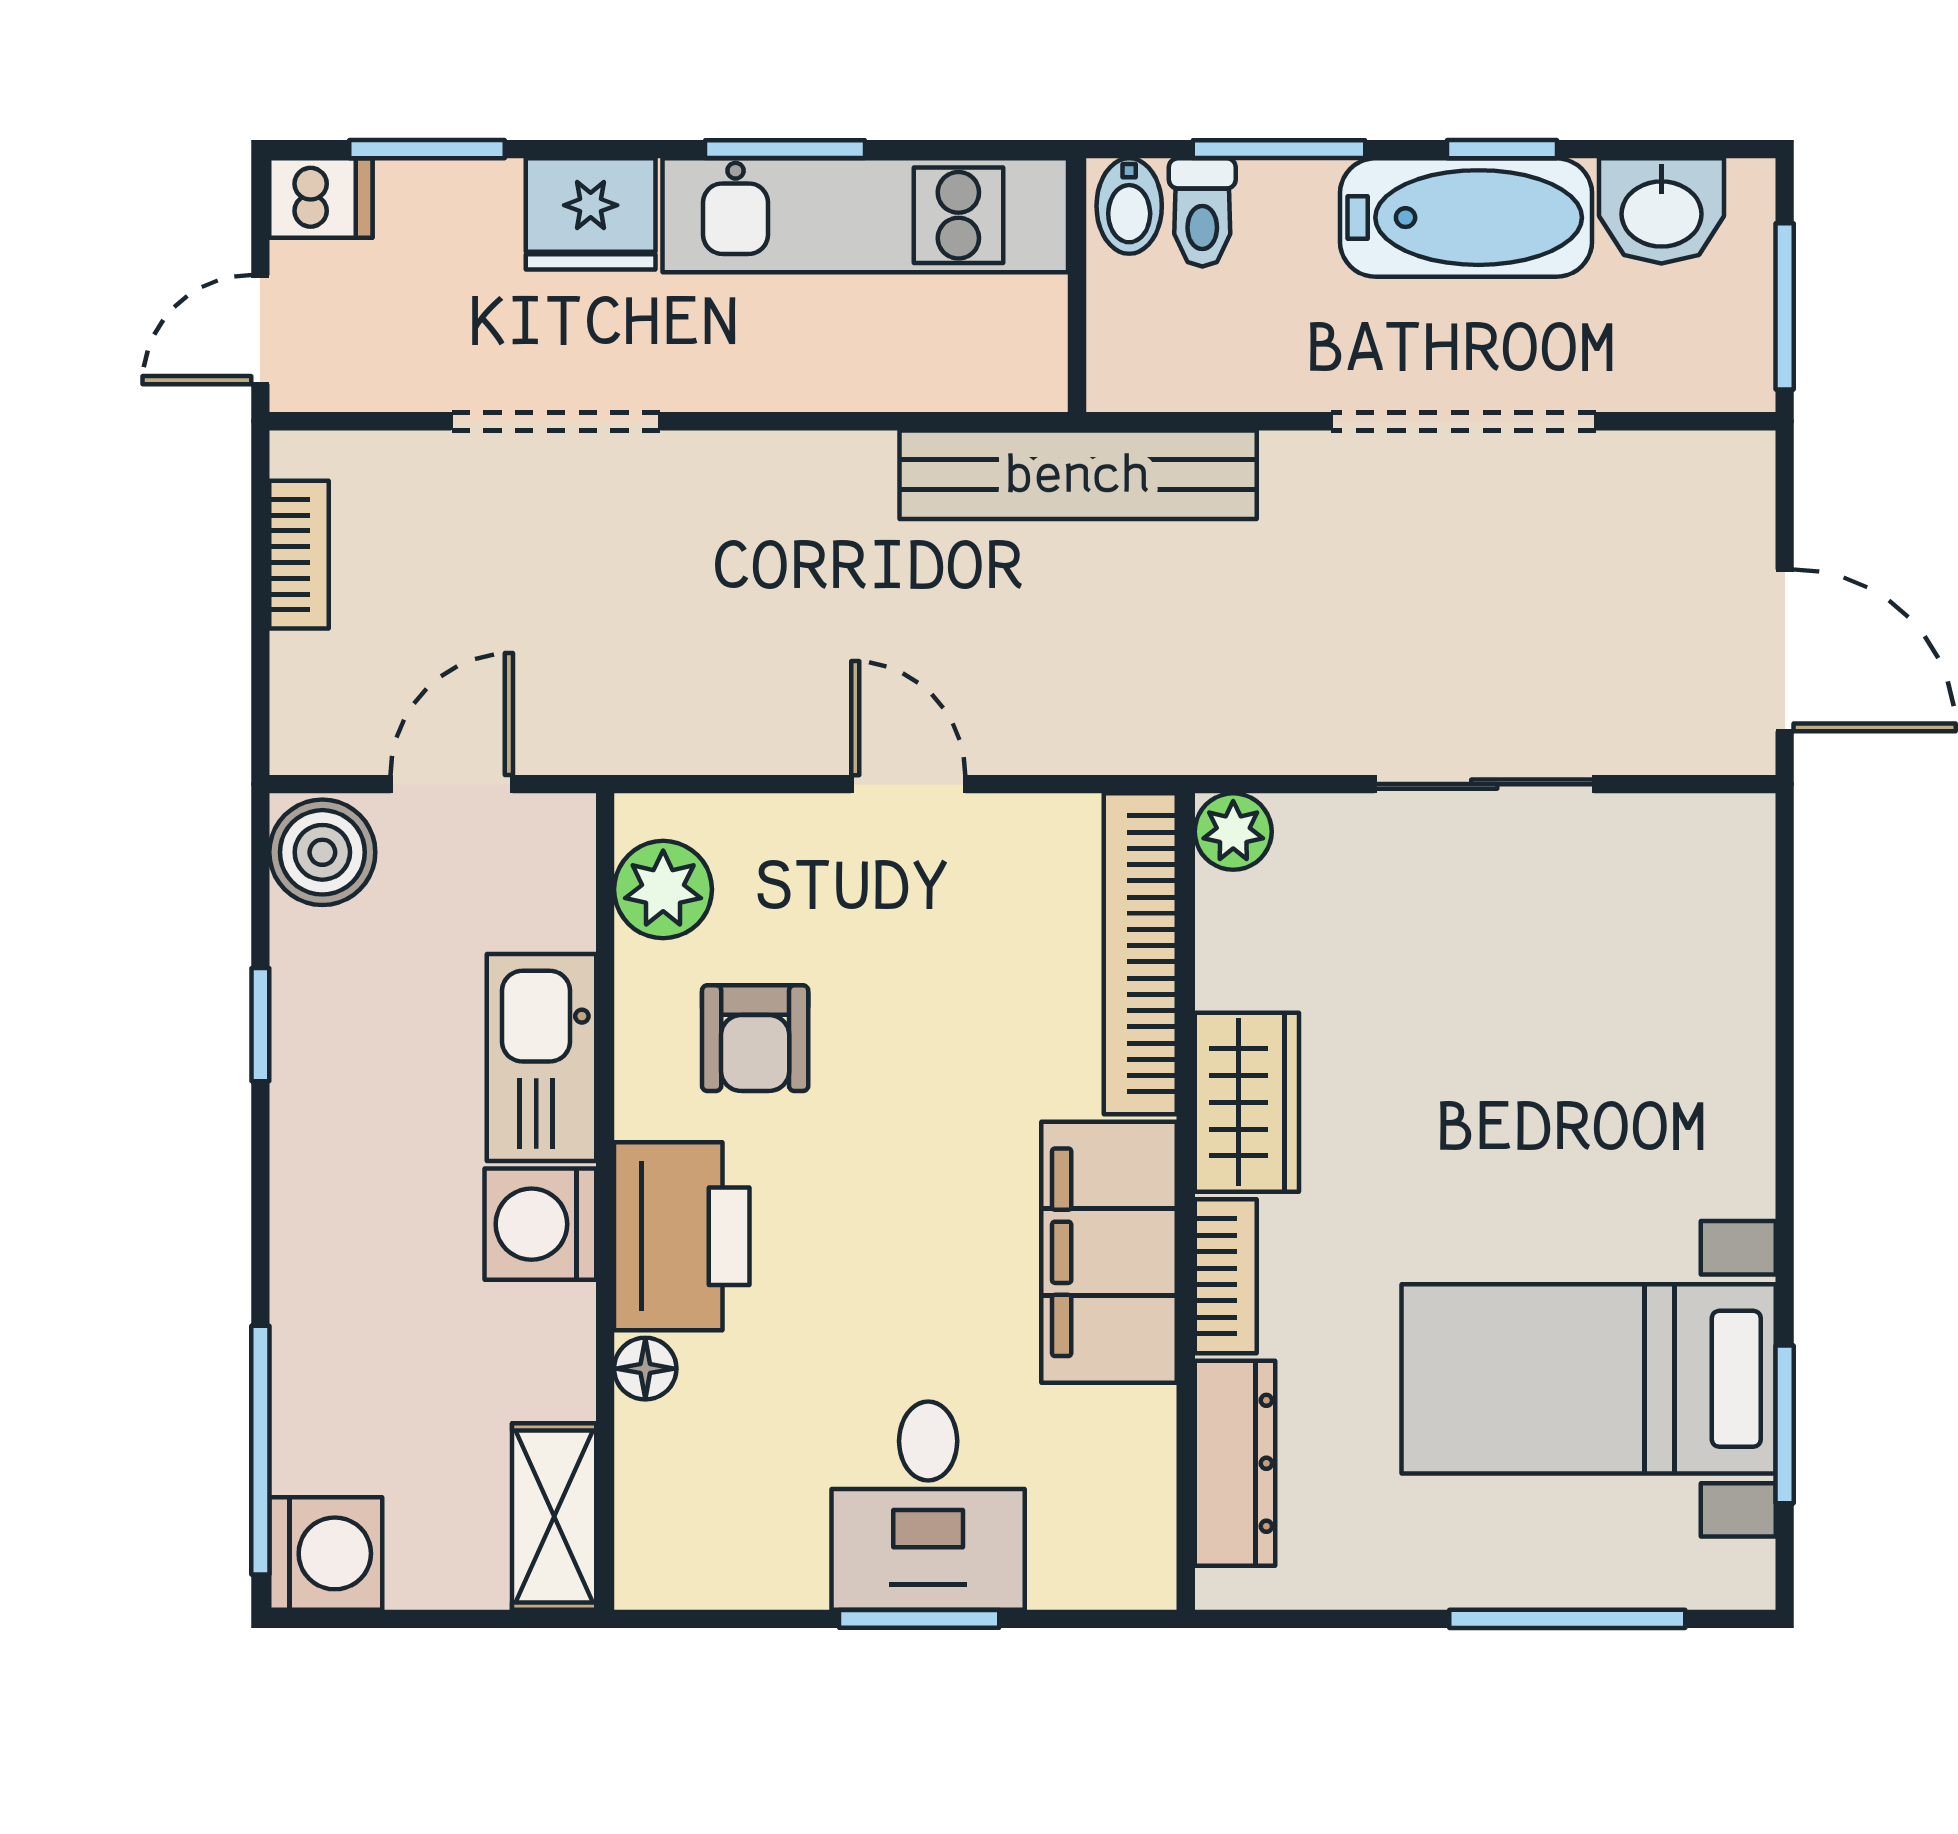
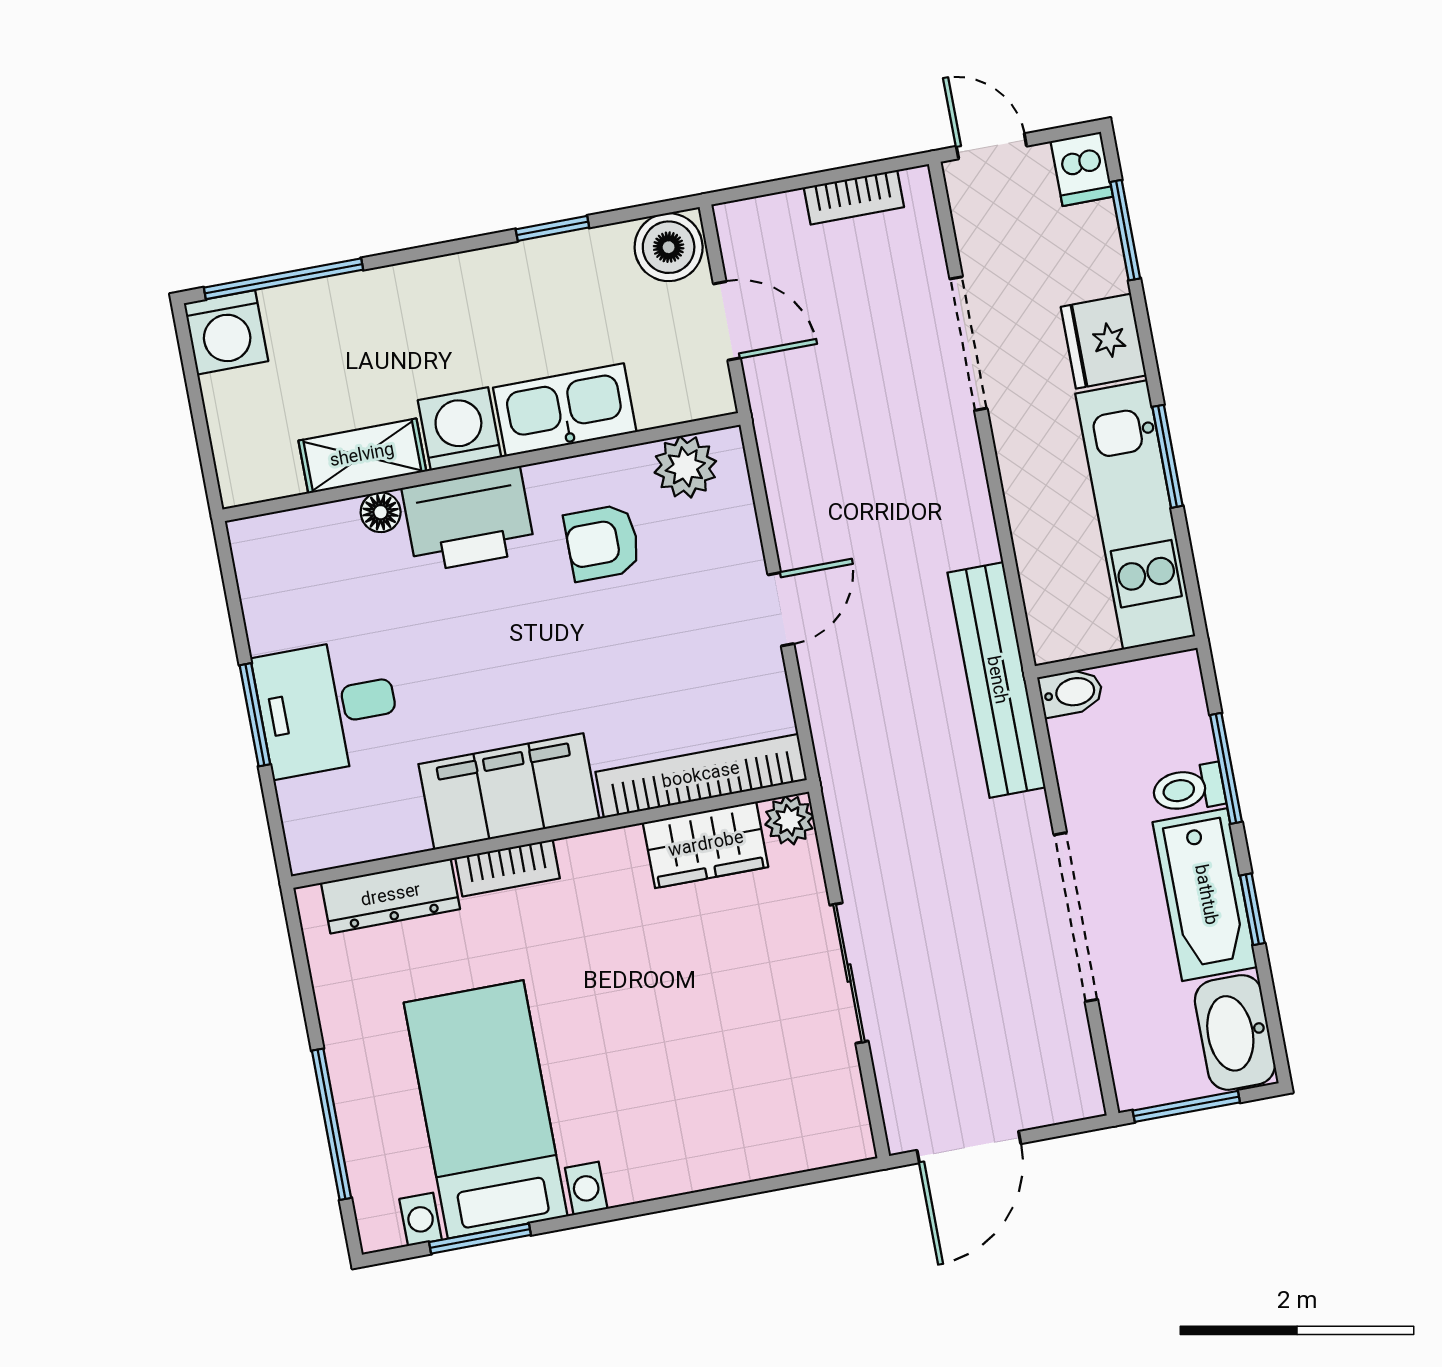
bidet: (1129, 206) -> (1071, 692), moved, turned 180
washbasin: (1661, 211) -> (1235, 1032), width x1.38
toilet: (1202, 212) -> (1188, 789), moved
wardrobe: (1247, 1102) -> (706, 845), moved
shelving: (554, 1516) -> (362, 456), moved

